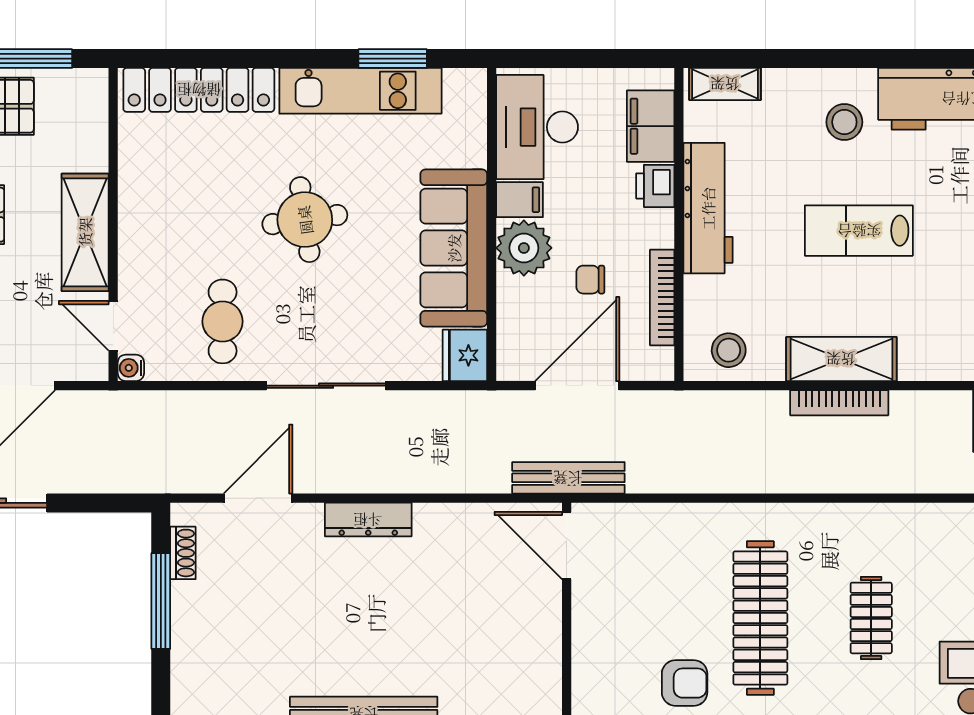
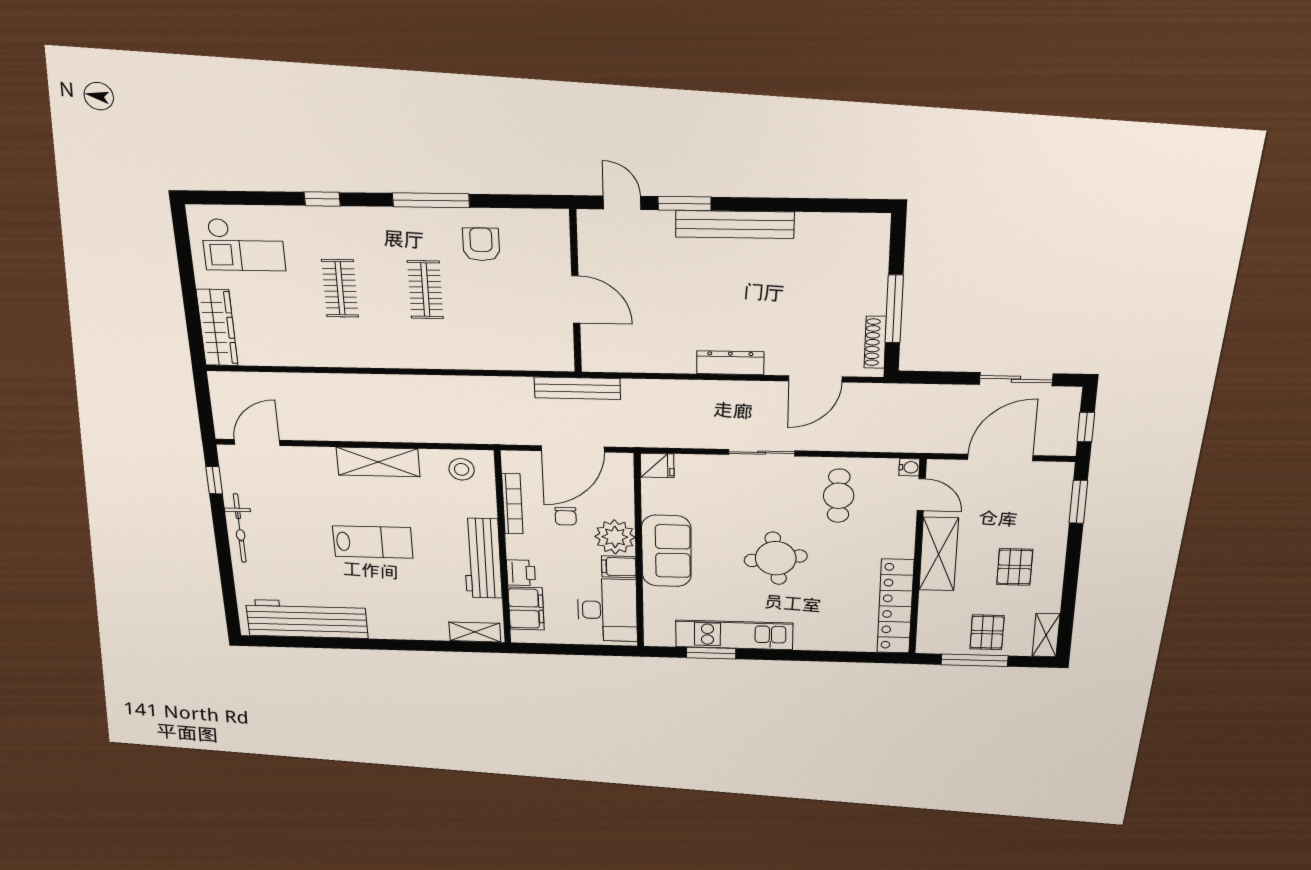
locker: (199, 90) -> (895, 606), moved, turned -90
stool: (844, 122) -> (389, 608), removed
sofa: (454, 248) -> (666, 551), width x0.73
chair: (590, 280) -> (566, 516), turned 90
fridge: (465, 355) -> (657, 466), width x0.72
sliding door: (326, 386) -> (762, 453), width x0.73
bookcase: (839, 403) -> (377, 434), removed
door: (567, 546) -> (576, 300), moved
shoe rack: (183, 553) -> (875, 342), width x1.43
clothes rail: (760, 618) -> (425, 290), width x0.54, depth x0.76
armchair: (685, 683) -> (481, 244), turned 90

